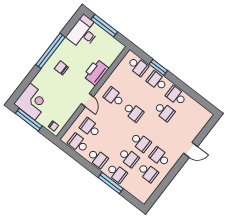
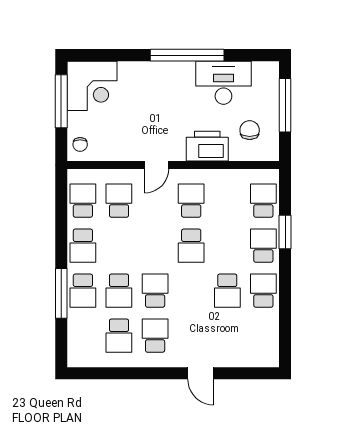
desk: (84, 32) -> (223, 83), moved
school desk: (138, 66) -> (263, 201), turned 180
chair: (61, 68) -> (250, 130), moved
school desk: (140, 142) -> (155, 291), turned 180

